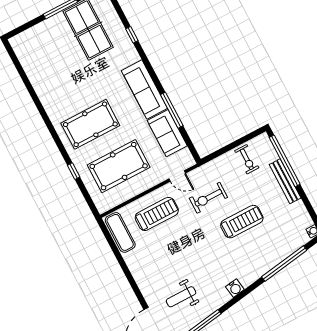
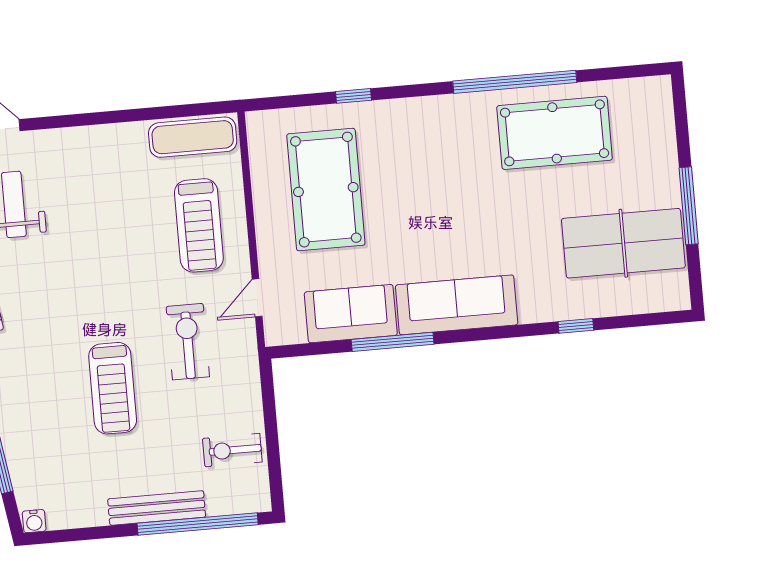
window: (39, 105) -> (515, 82), added
pool table: (90, 124) -> (555, 133), moved, turned 90

